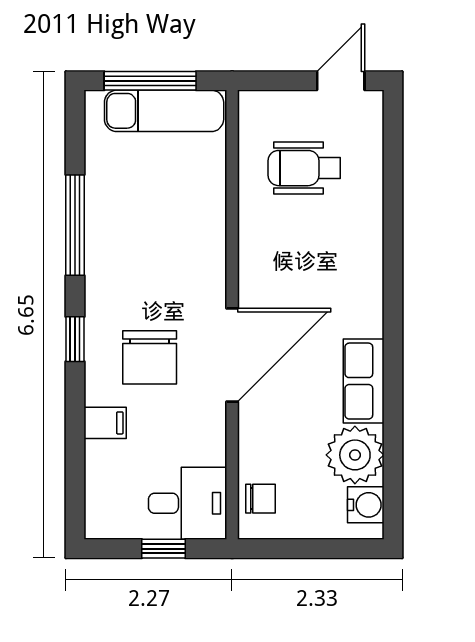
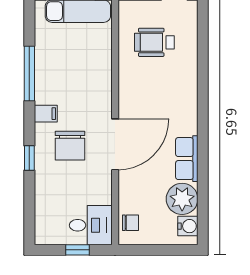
window: (75, 339) -> (29, 158), moved
filing cabinet: (105, 423) -> (46, 114), moved

